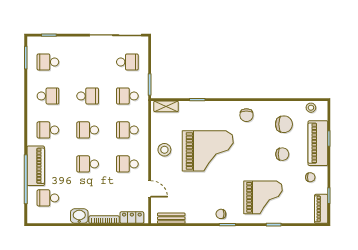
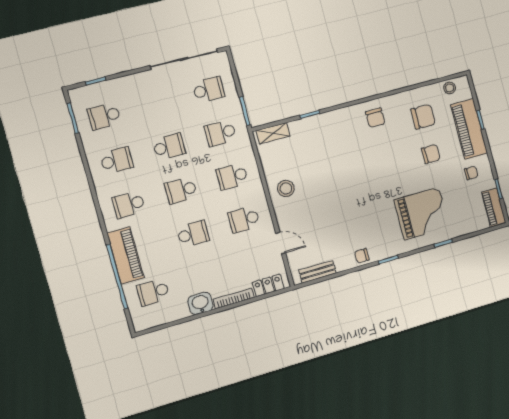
grand piano: (208, 151) -> (340, 175), removed
school desk: (88, 164) -> (193, 234), turned 180
chair: (221, 214) -> (362, 256), moved

